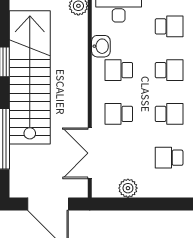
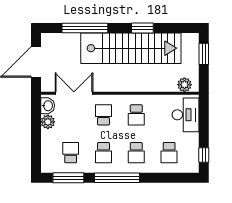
washbasin: (101, 46) -> (48, 106), moved, turned -90
school desk: (119, 70) -> (136, 115), turned 180

